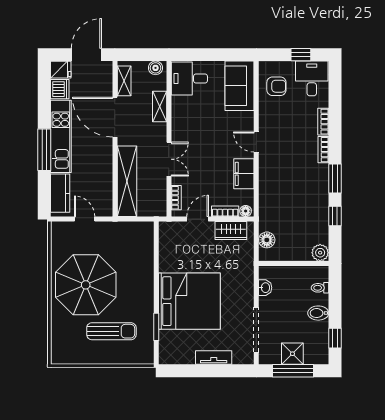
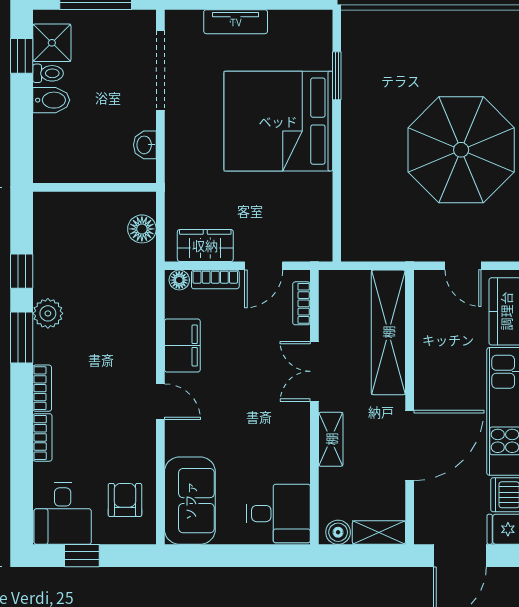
shelving: (124, 81) -> (379, 533), moved, turned 90
armchair: (276, 86) -> (125, 500), turned 90
shelving: (160, 106) -> (331, 439), moved
door: (115, 117) -> (410, 445), hinge flipped
plant: (320, 253) -> (48, 313), moved
toilet: (320, 288) -> (48, 73), moved
sun lounger: (111, 331) -> (416, 68), removed
shower: (292, 354) -> (52, 43), moved

